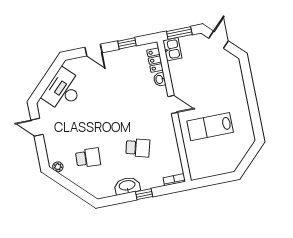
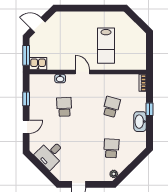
locker: (155, 60) -> (44, 79), removed
desk: (63, 90) -> (50, 154), width x0.73
school desk: (127, 91) -> (64, 107), added
door: (173, 104) -> (82, 72), hinge flipped

